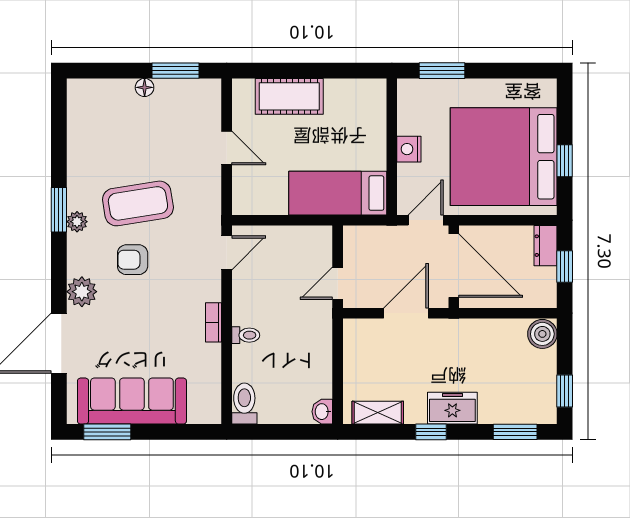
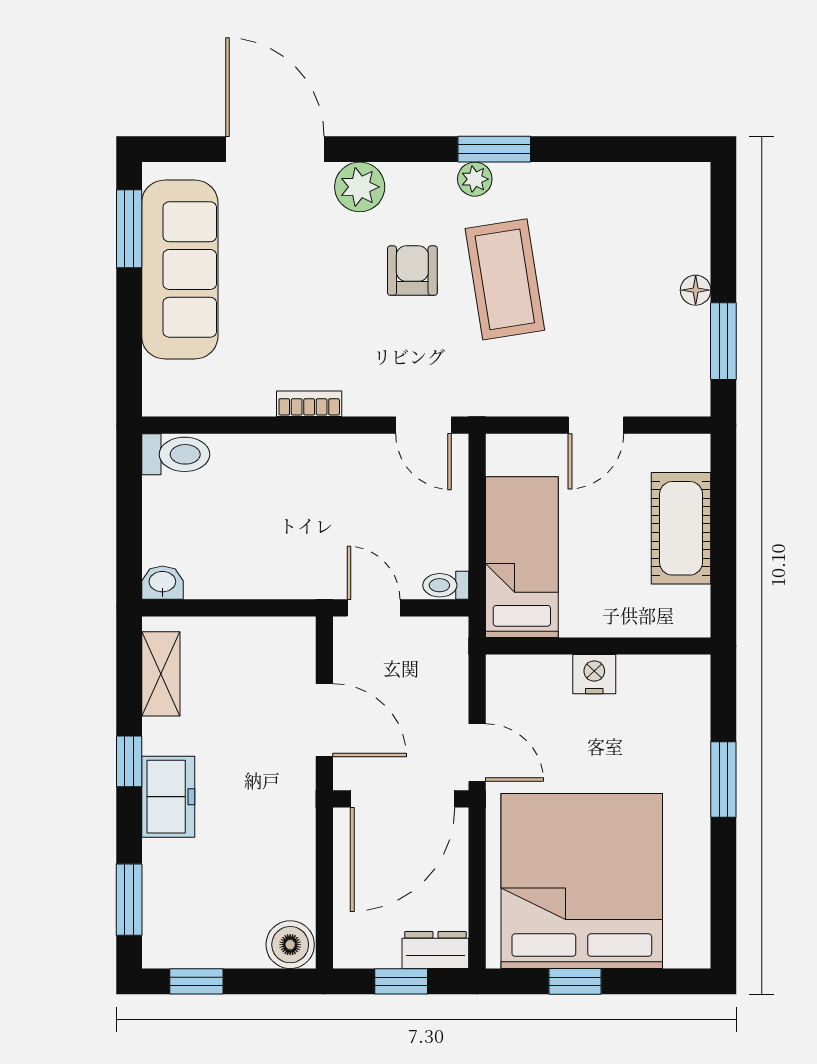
wall: (392, 147) -> (598, 646), moved
nightstand: (409, 149) -> (594, 674), moved
bed: (338, 193) -> (522, 557), moved
toilet: (246, 335) -> (446, 585), moved, turned 90

